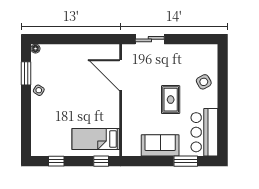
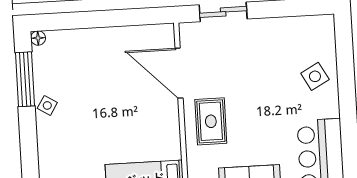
window: (26, 73) -> (25, 79), width x1.44
rug: (171, 100) -> (211, 121), moved

